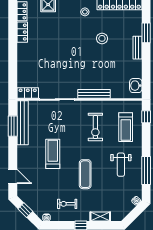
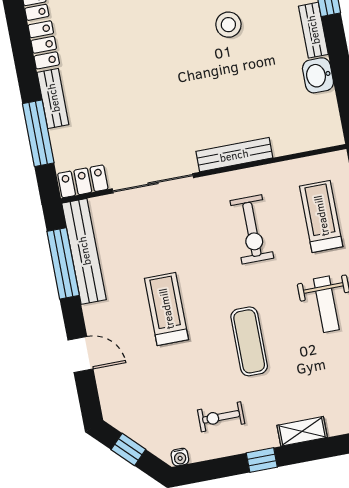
bench: (22, 56) -> (53, 98), added
window: (13, 69) -> (38, 133), added
washbasin: (136, 86) -> (318, 75), moved
window: (13, 126) -> (63, 263), width x1.44
treadmill: (126, 127) -> (321, 216), turned 180
door: (13, 176) -> (80, 354), moved

